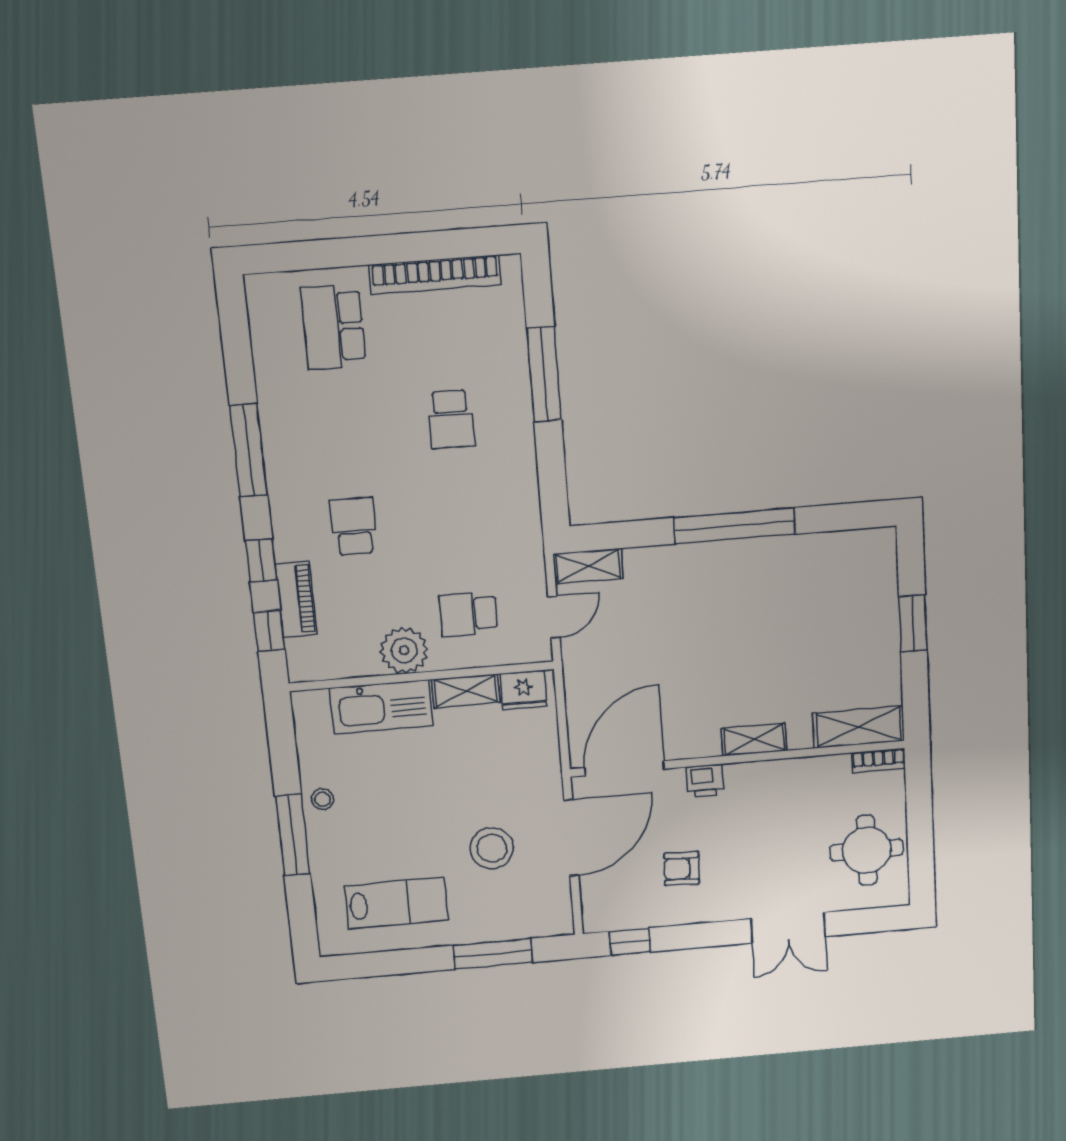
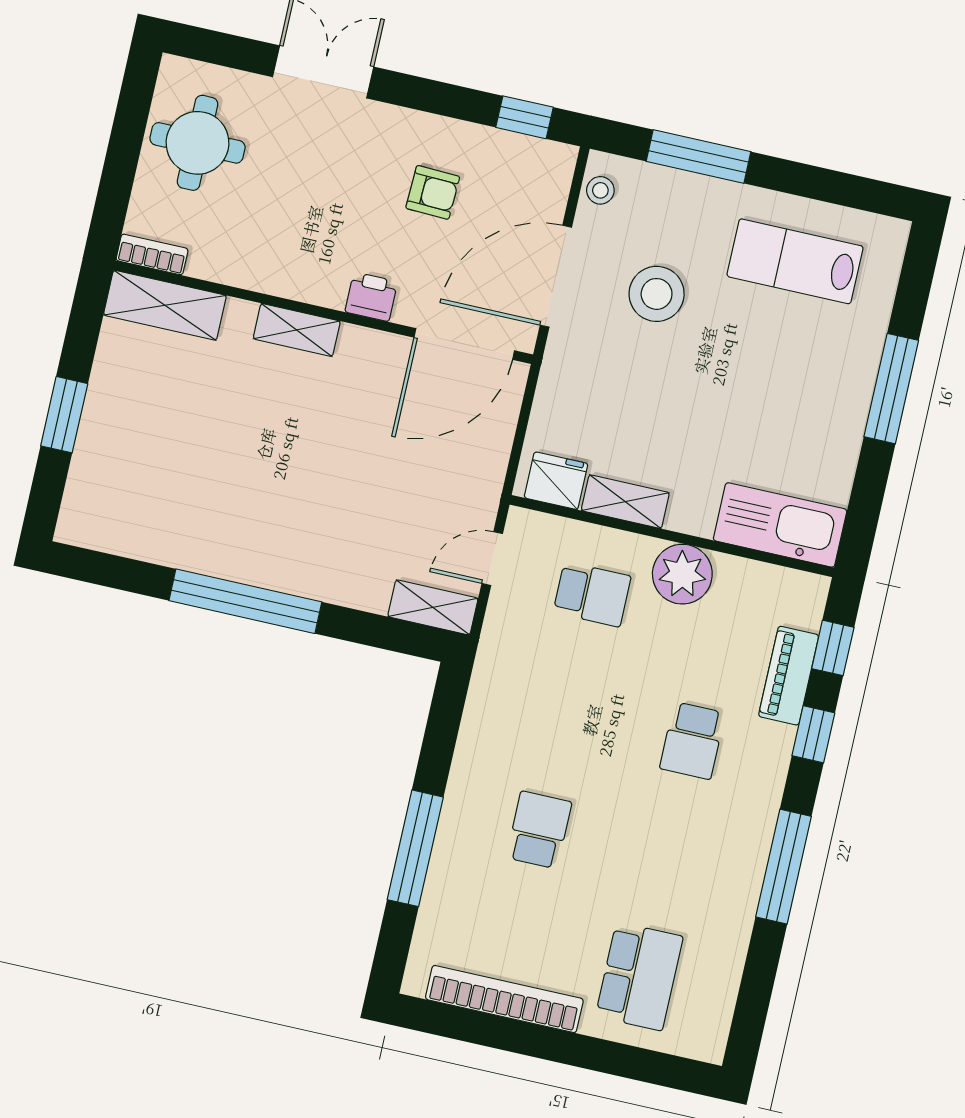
kitchen sink: (381, 707) -> (780, 525), moved
stool: (323, 799) -> (600, 190), moved

